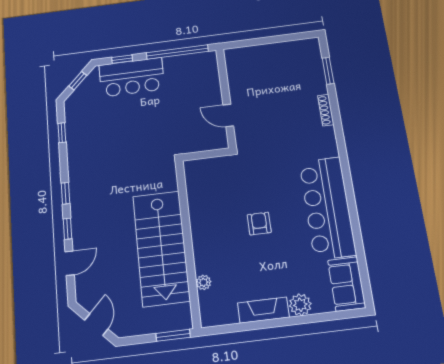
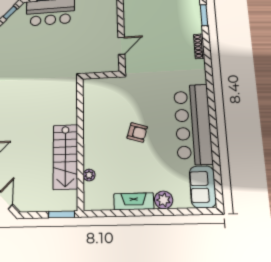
door: (228, 115) -> (121, 46), swing flipped
armchair: (259, 224) -> (137, 132), turned 107
stairs: (161, 248) -> (65, 157), width x0.73, depth x0.66

